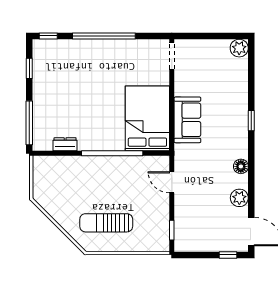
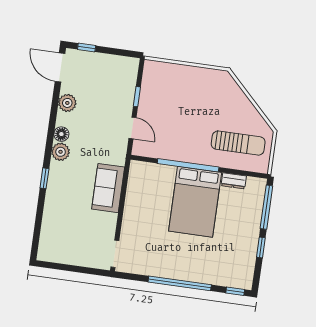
plant: (239, 48) -> (61, 152), moved
window: (29, 68) -> (261, 247), moved
bed: (147, 118) -> (195, 202), moved
sun lounger: (106, 223) -> (238, 143), moved
window: (172, 230) -> (137, 97), moved

